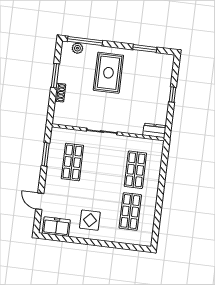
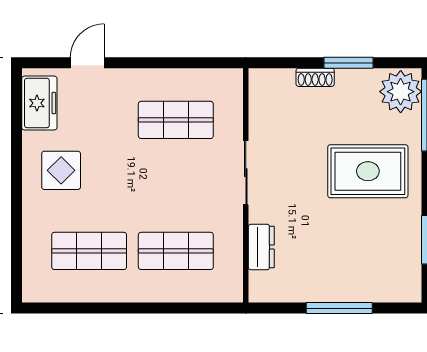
plant: (77, 48) -> (401, 92), width x1.88, depth x1.88
window: (172, 95) -> (339, 308), width x2.17
dresser: (154, 130) -> (261, 247), moved
window: (46, 154) -> (185, 63), removed

